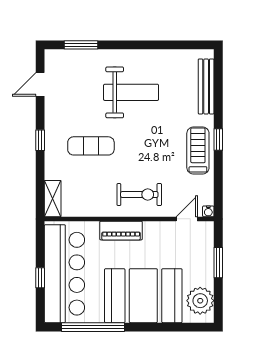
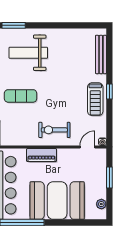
weight bench: (131, 92) -> (28, 53), moved, turned 180
treadmill: (198, 150) -> (95, 99), turned 180
exercise bike: (139, 195) -> (54, 130), turned 180
plant: (200, 301) -> (101, 204), width x0.53, depth x0.53

